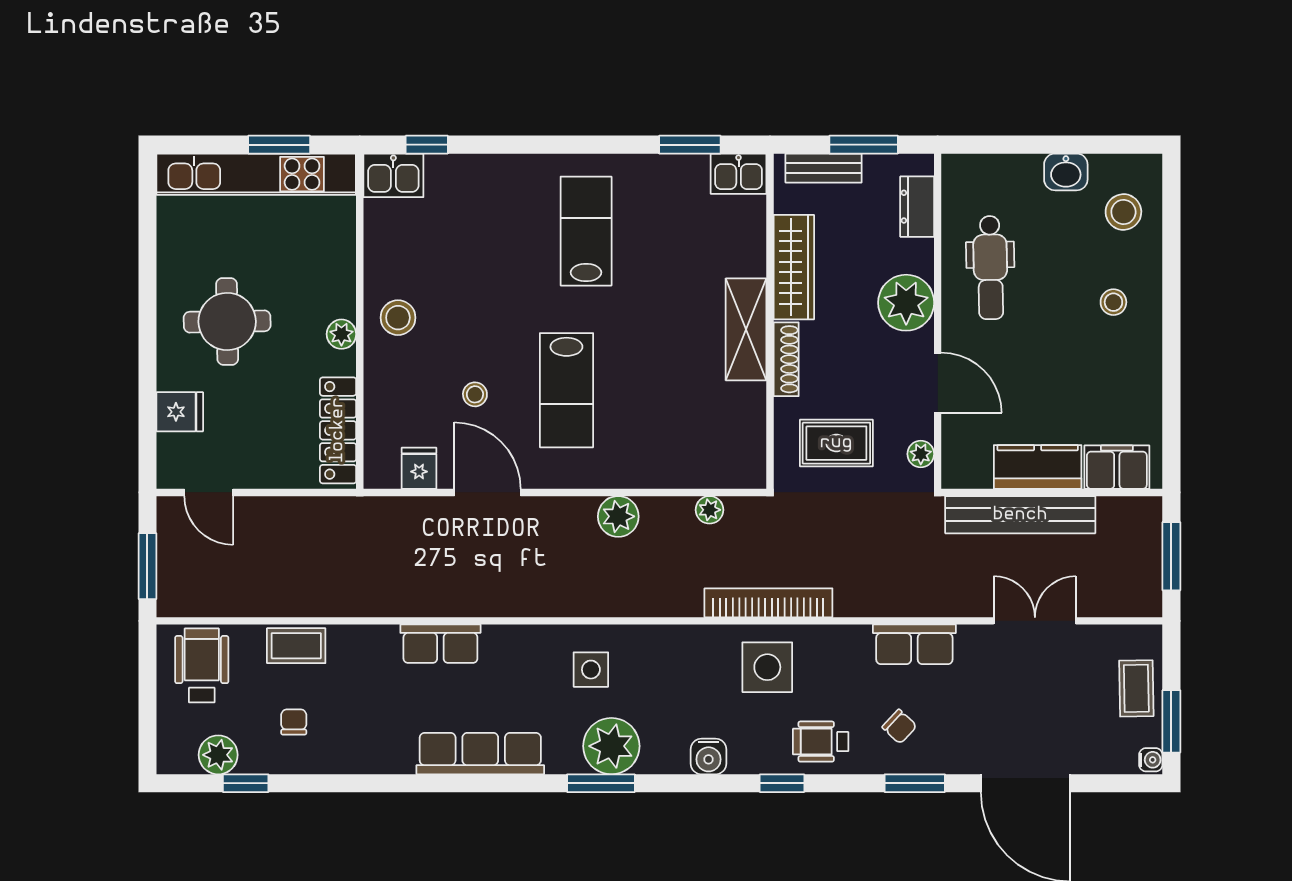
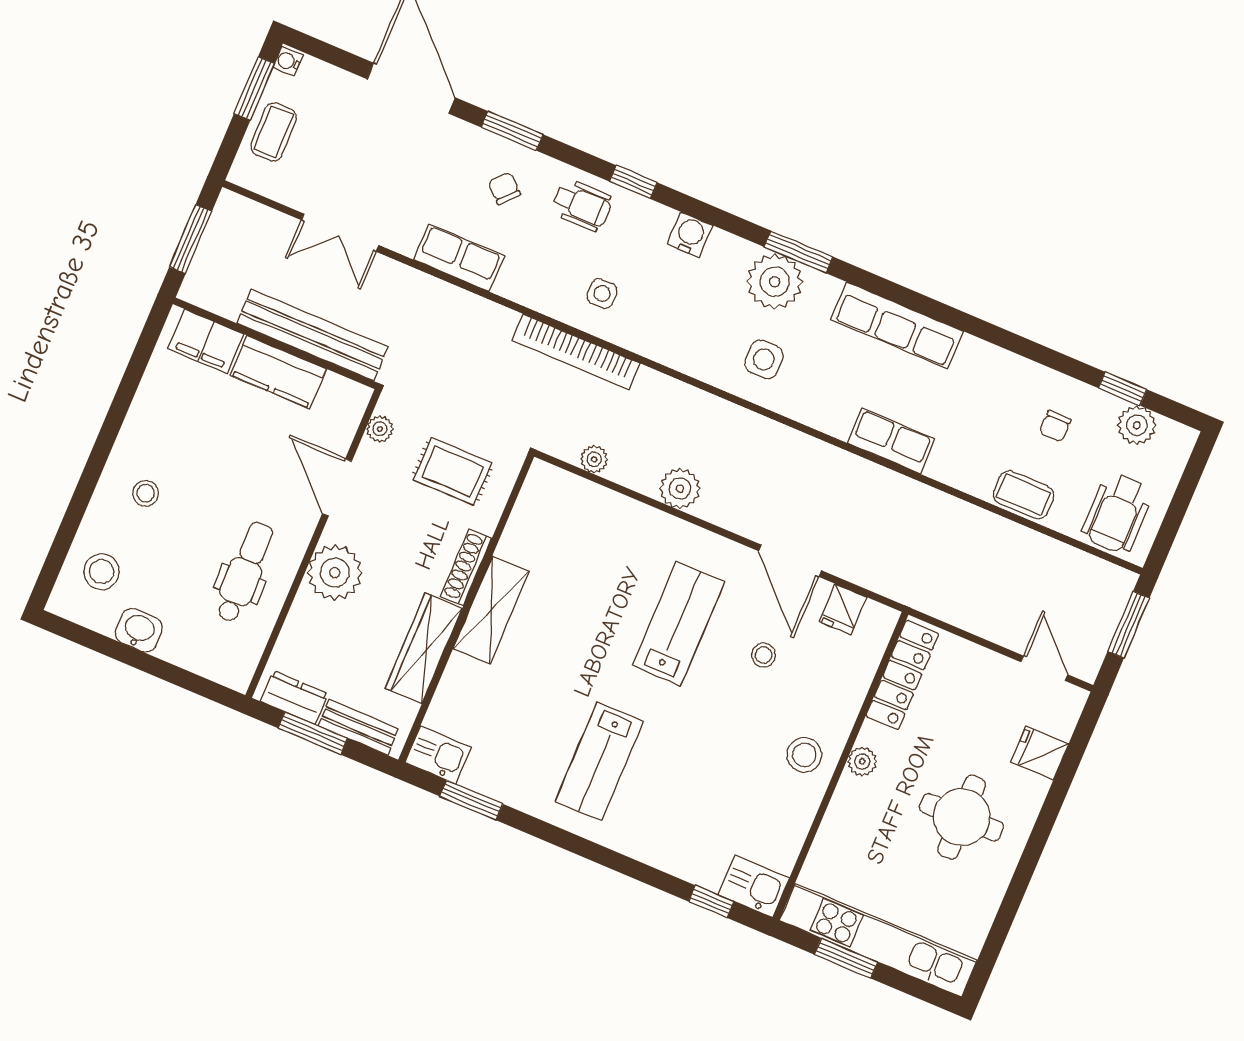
dresser: (917, 207) -> (294, 698), moved, turned -90
side table: (767, 667) -> (602, 294), width x0.54, depth x0.54

